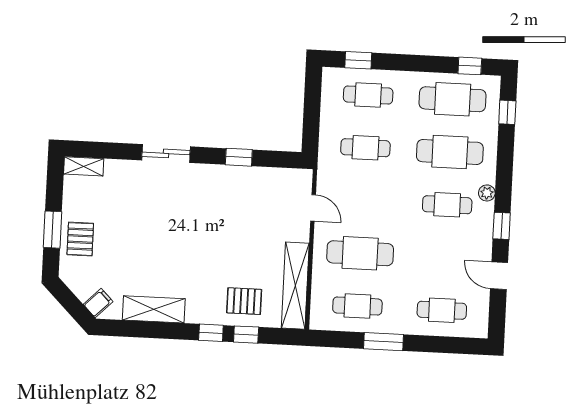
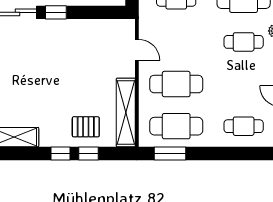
window: (239, 157) -> (56, 12), moved
cafe table: (357, 306) -> (176, 126), width x1.37, depth x1.35
window: (384, 342) -> (170, 153), moved

